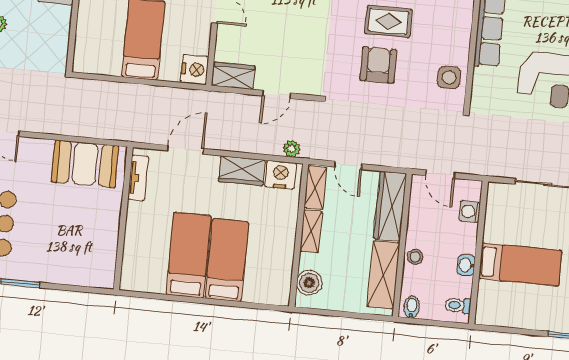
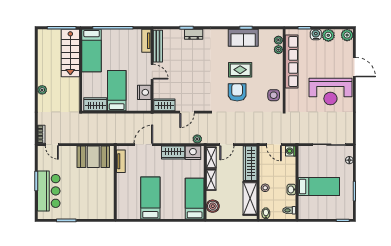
wardrobe: (99, 62) -> (95, 104), added
nightstand: (195, 70) -> (144, 92), moved
door: (348, 165) -> (227, 145), hinge flipped
washing machine: (470, 212) -> (291, 151), moved
bed: (227, 260) -> (195, 199), moved

